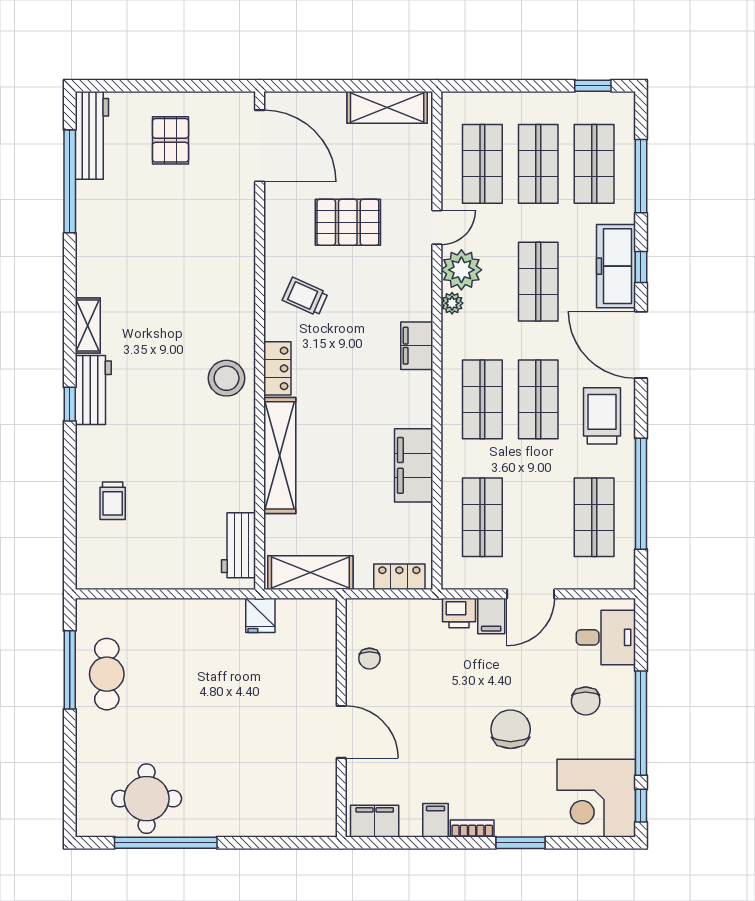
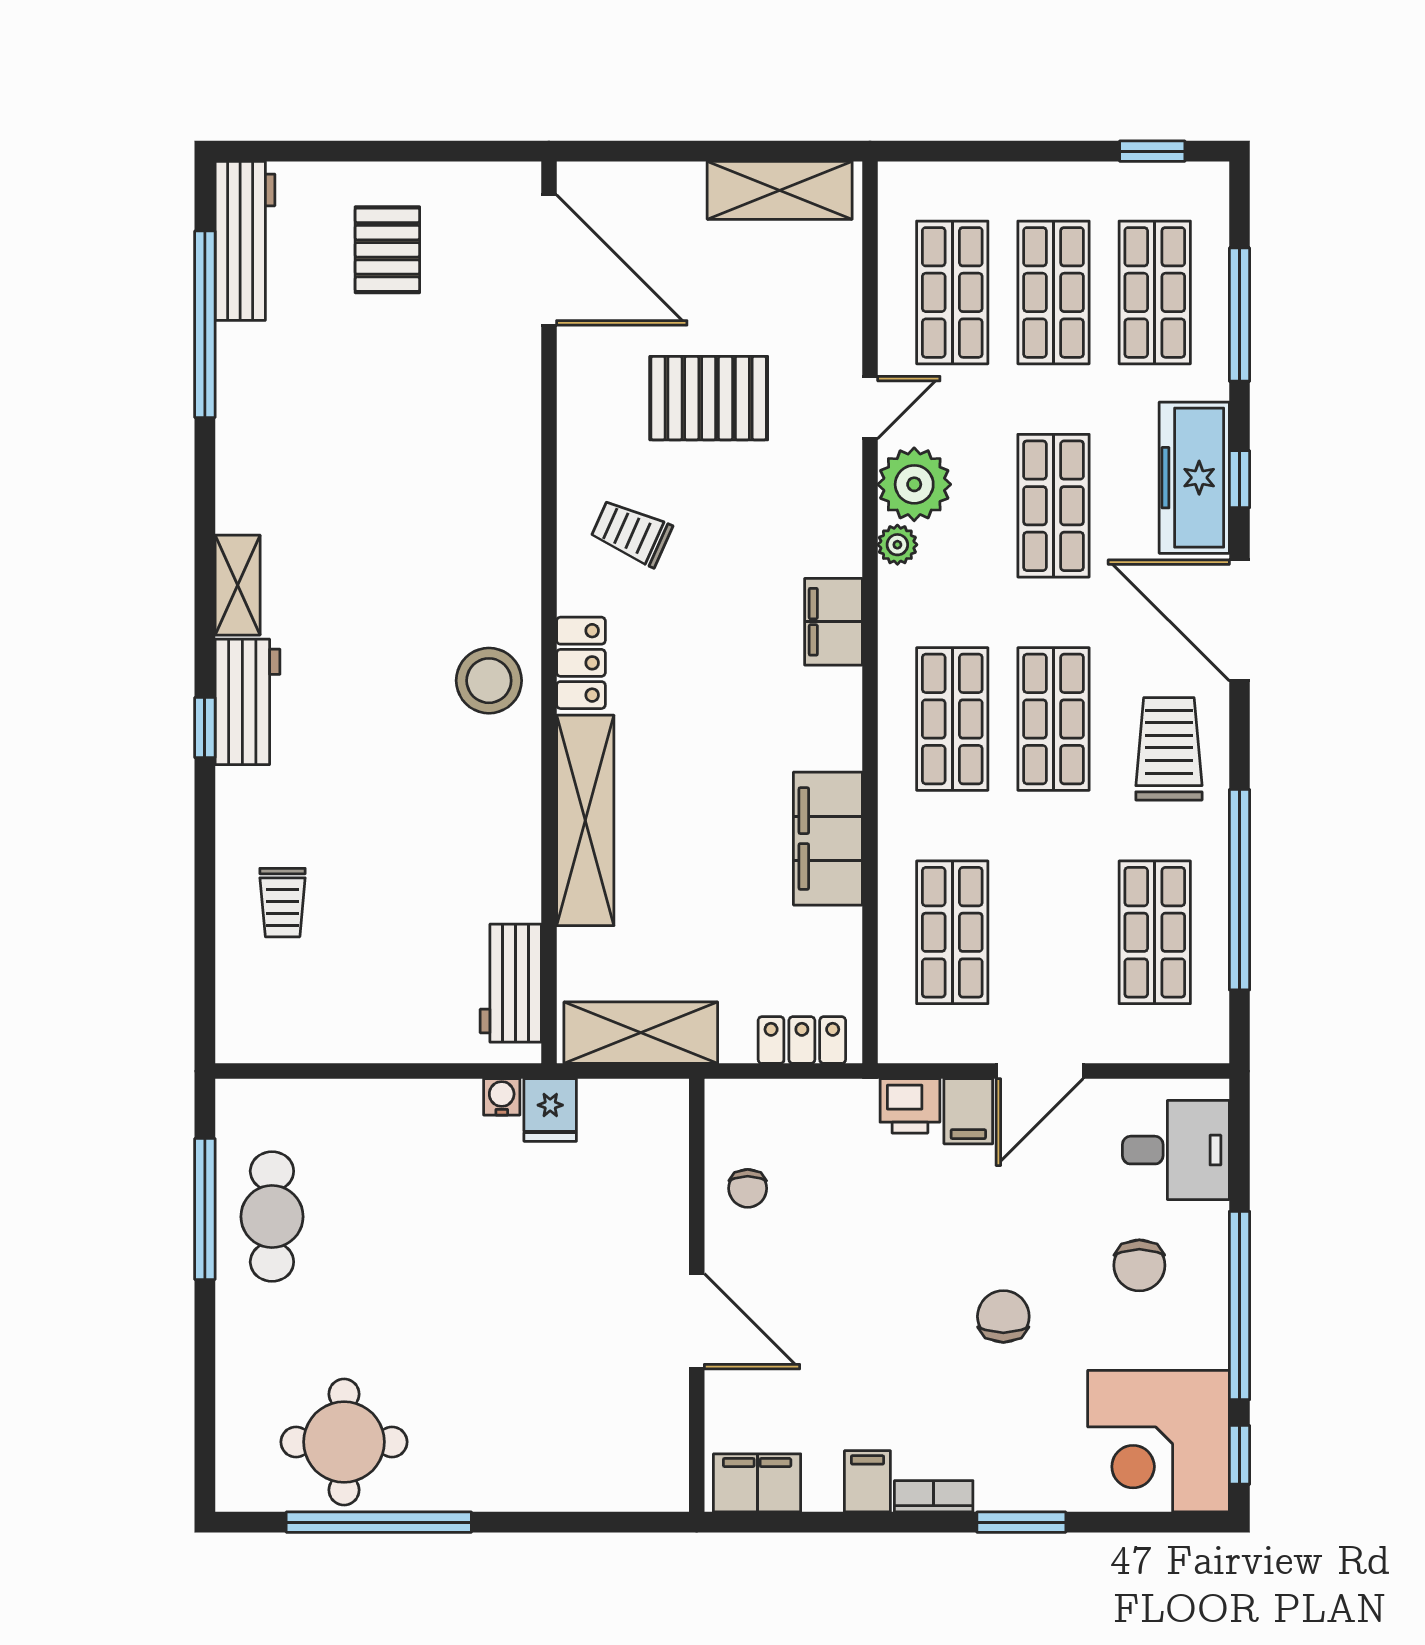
water cooler: (234, 608) -> (502, 1097), added
chair: (511, 729) -> (1003, 1316), width x0.73, depth x0.73

